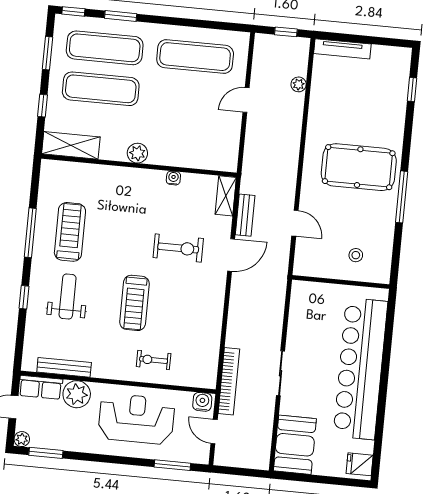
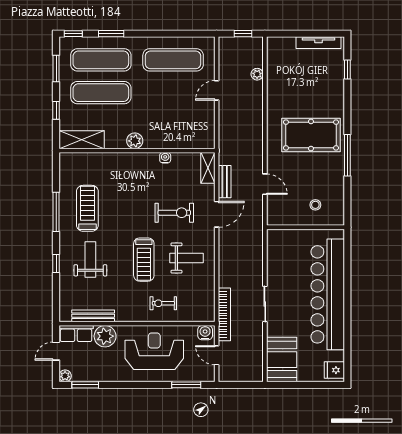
tv unit: (342, 49) -> (318, 43), moved
weight bench: (188, 306) -> (186, 258), added

